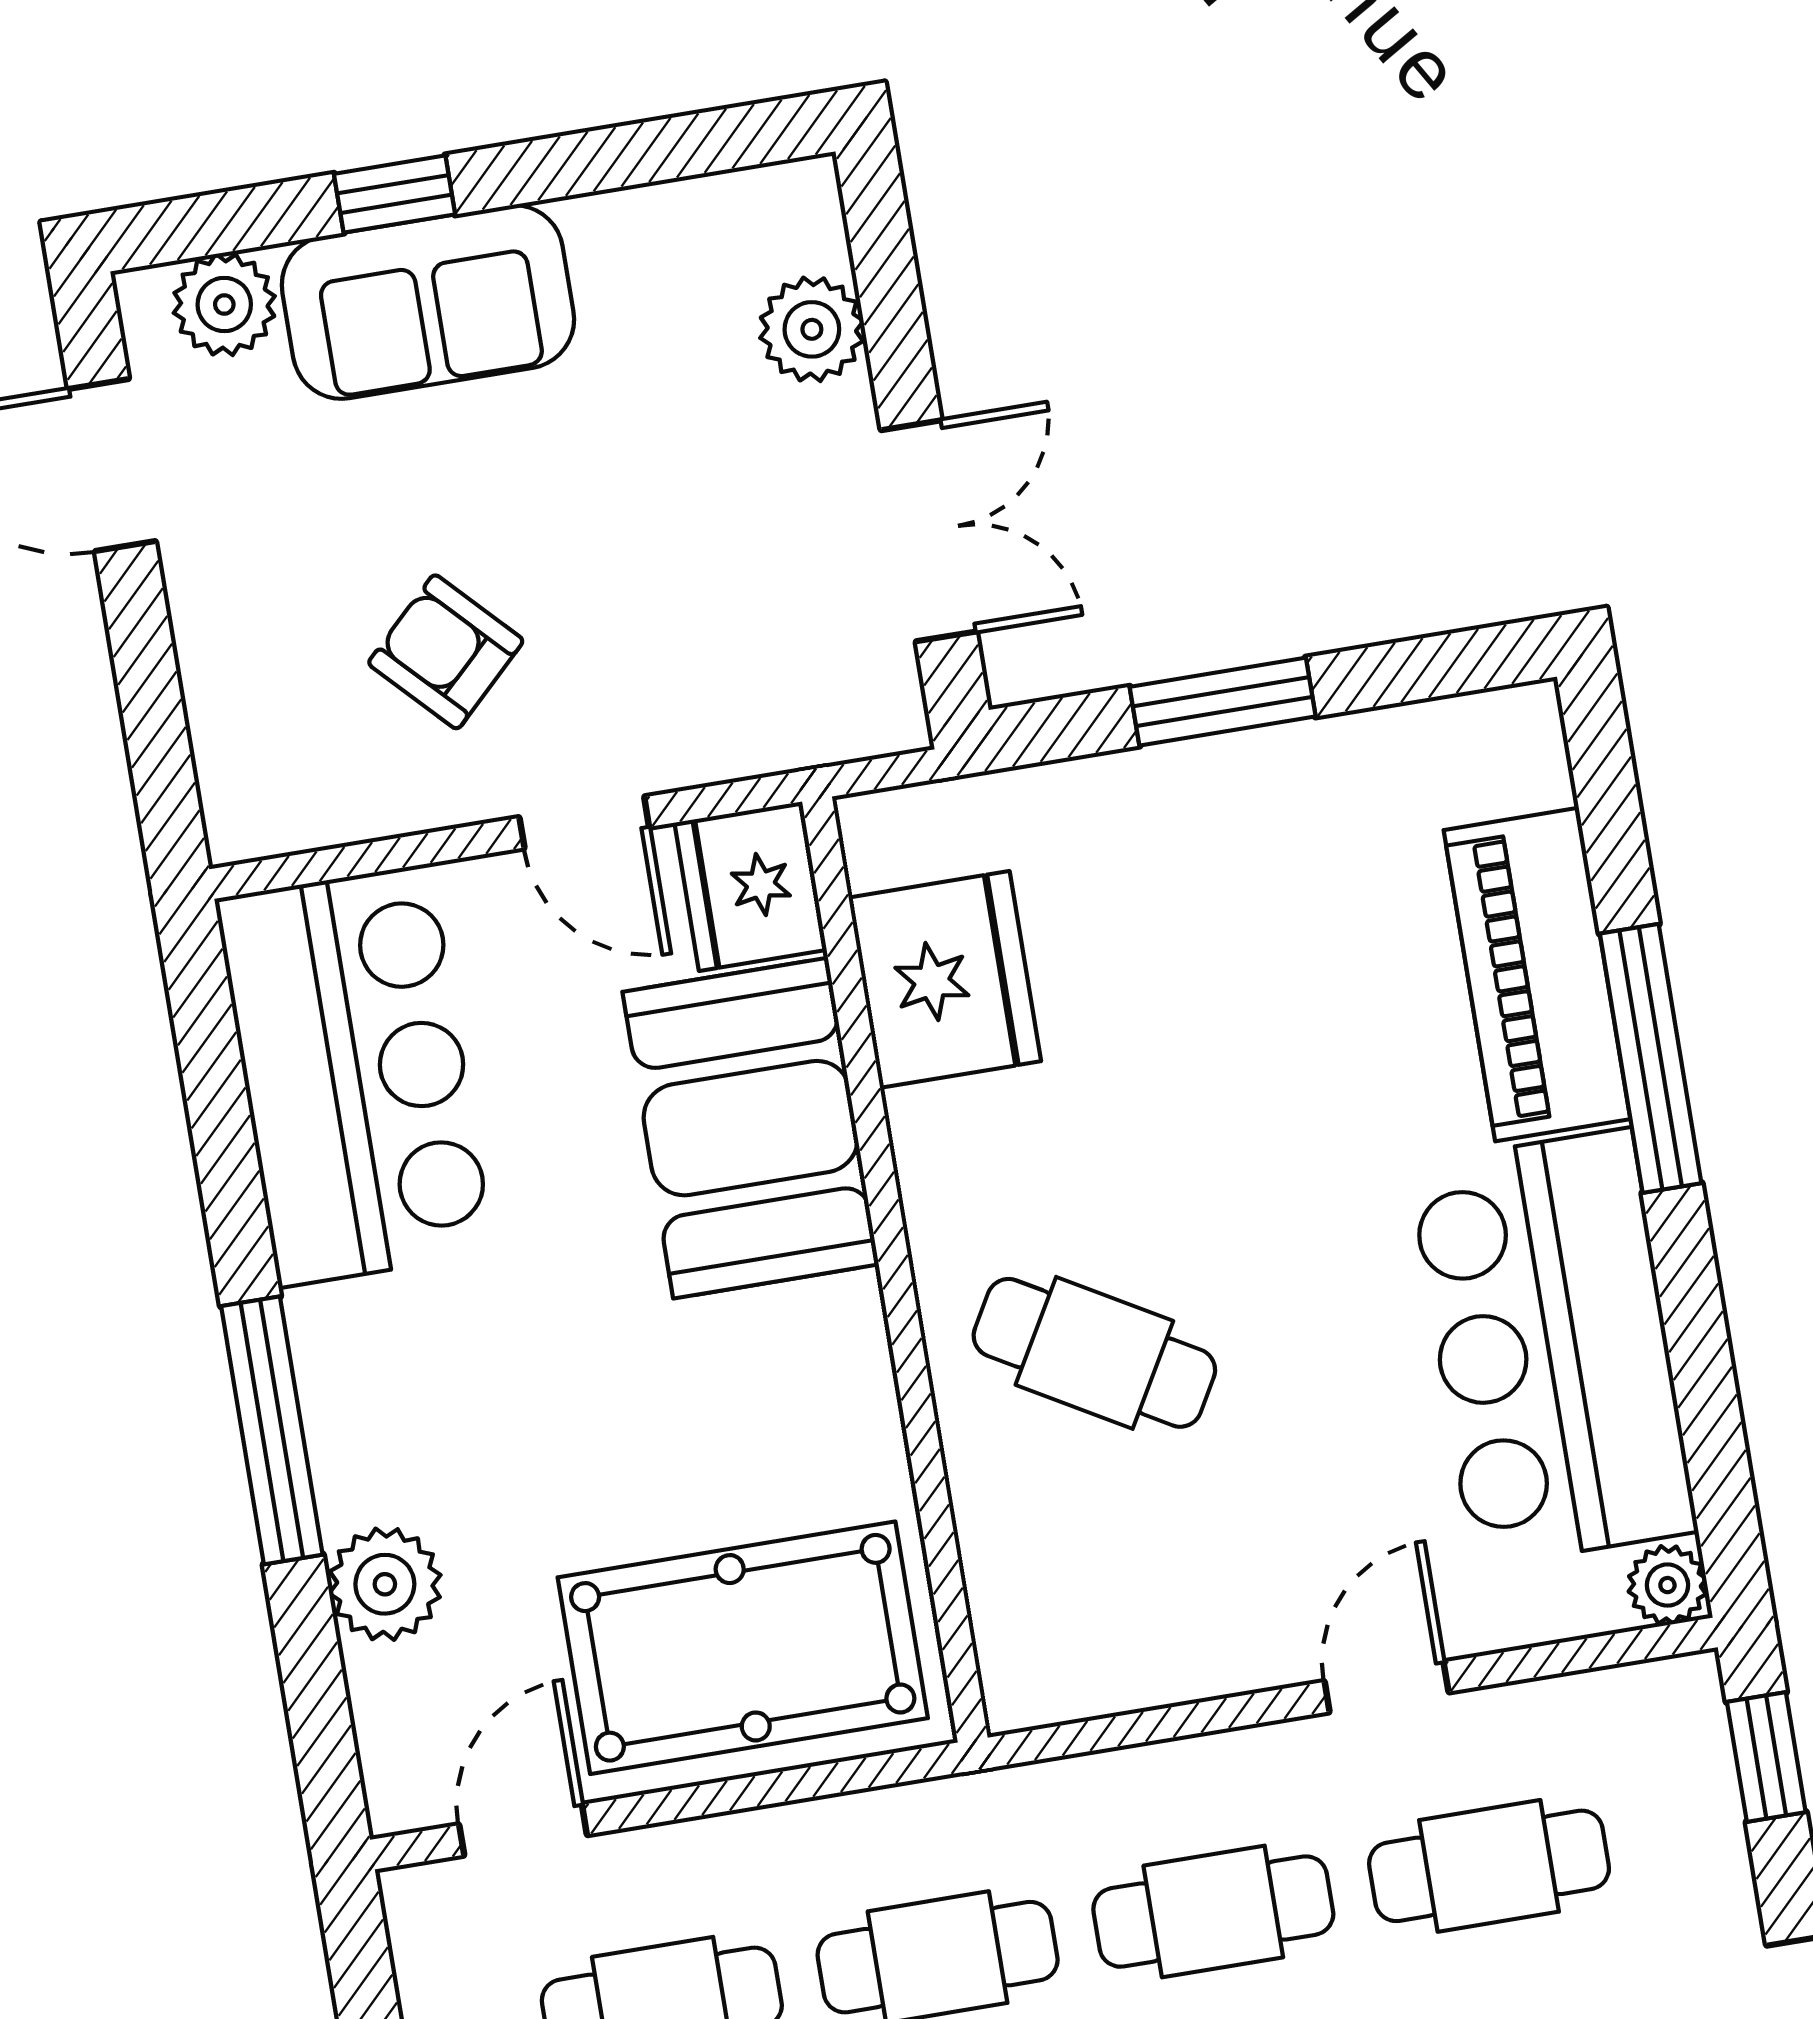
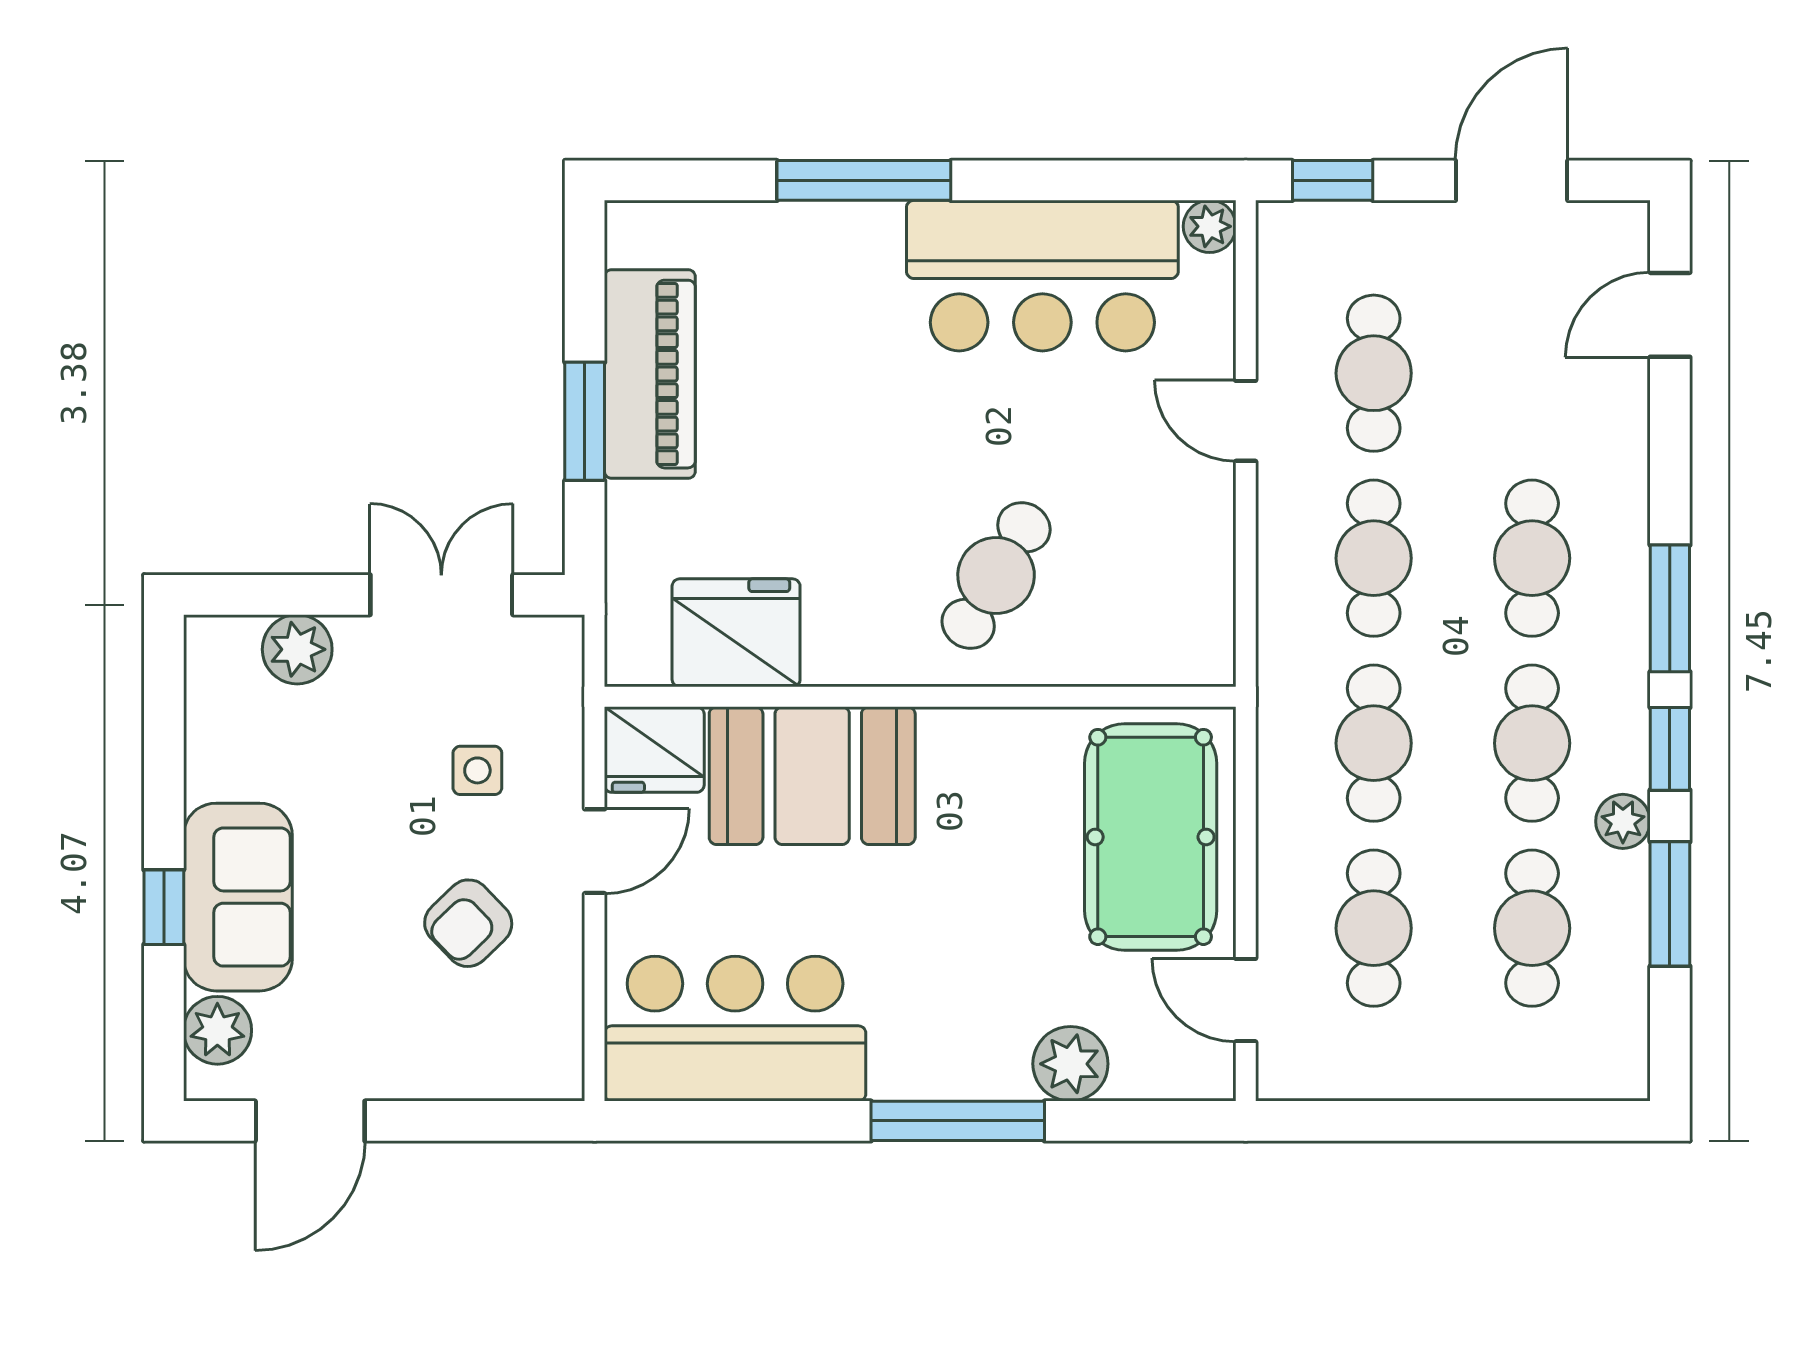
side table: (676, 628) -> (477, 770), added
piano: (1537, 975) -> (650, 374), moved, turned -90

